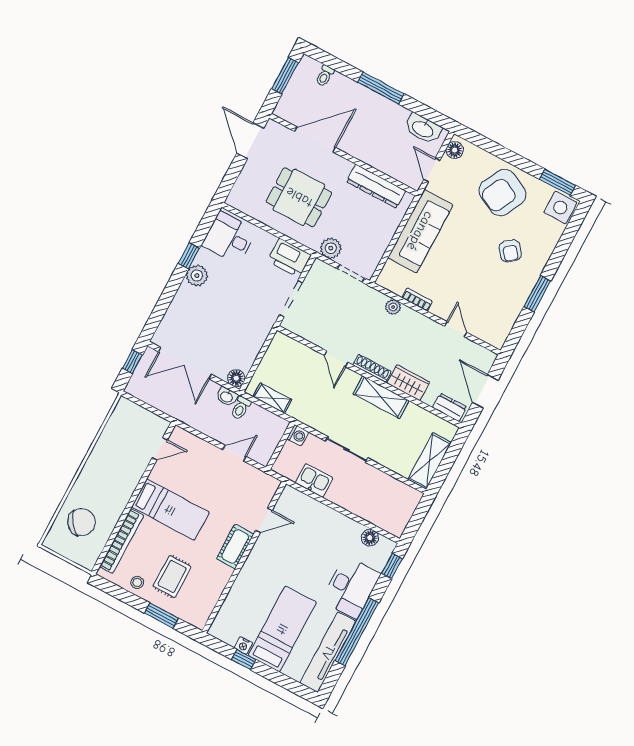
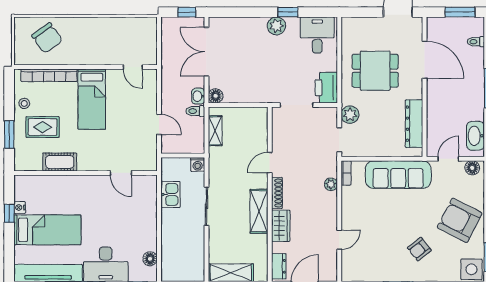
dining table: (299, 197) -> (375, 71), turned 90
bookcase: (417, 300) -> (346, 173), moved
cot: (235, 546) -> (60, 162), moved

